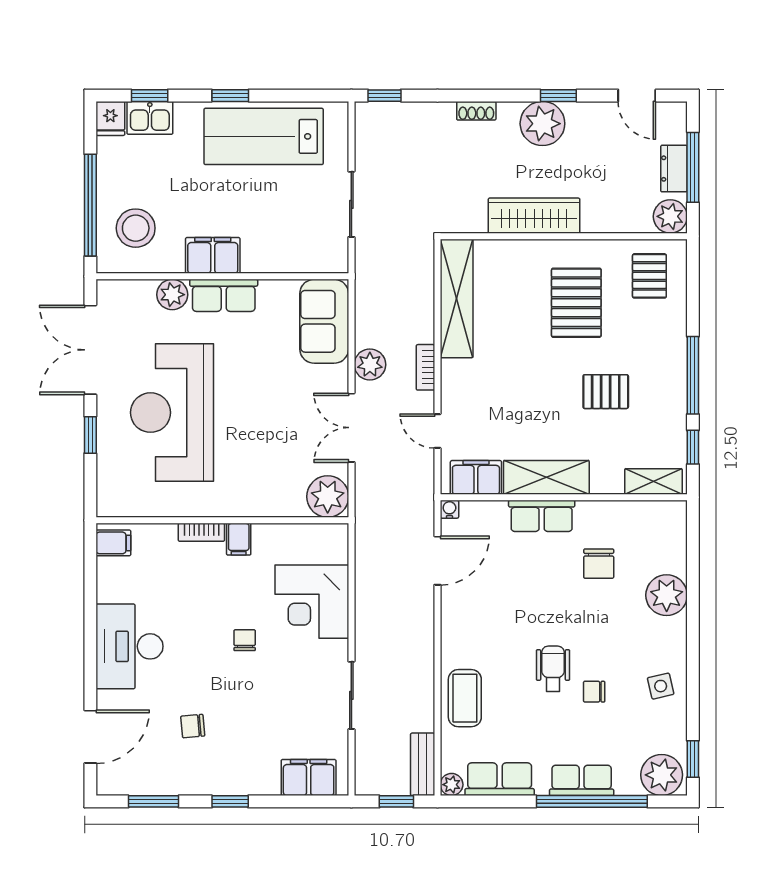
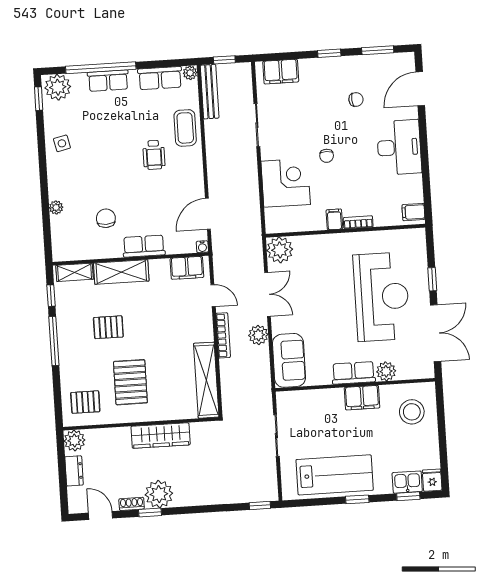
shoe rack: (476, 111) -> (132, 504), moved
window: (693, 167) -> (62, 472), removed
window: (90, 205) -> (441, 425), removed
pallet: (649, 276) -> (85, 402), turned 90
bookcase: (425, 367) -> (223, 335), width x1.56
shelving: (546, 477) -> (121, 272), moved
plant: (667, 595) -> (56, 207), width x0.53, depth x0.53
wheelchair: (553, 669) -> (154, 155), moved
chair: (594, 692) -> (104, 137), removed
bench: (423, 764) -> (210, 92), width x1.36

